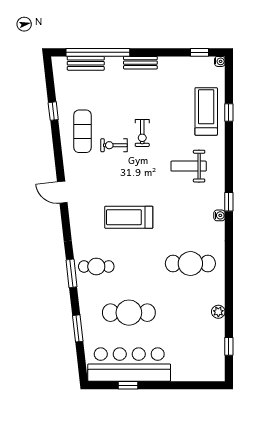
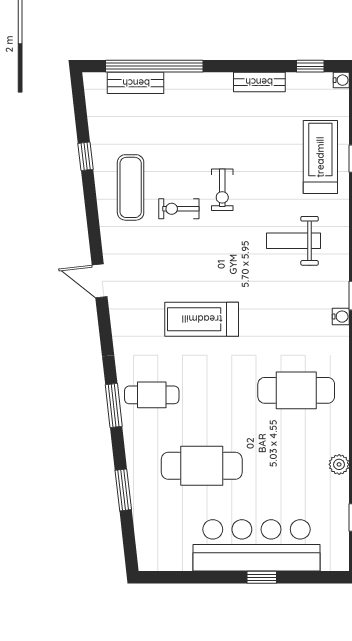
bench: (140, 63) -> (259, 82), moved
bar counter: (129, 365) -> (256, 545), moved
window: (128, 385) -> (262, 577), moved

